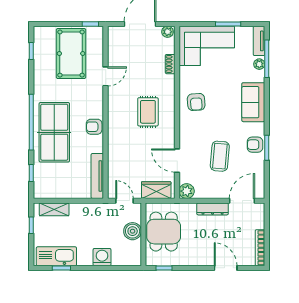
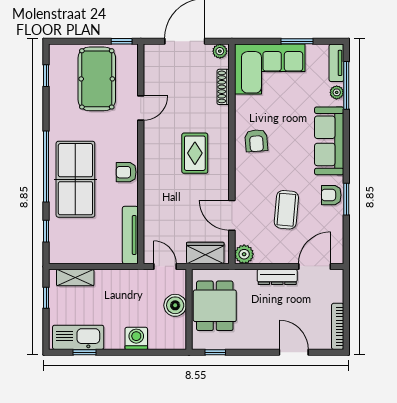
shoe rack: (170, 64) -> (223, 87), width x1.43
sofa: (253, 102) -> (329, 141), width x1.36

